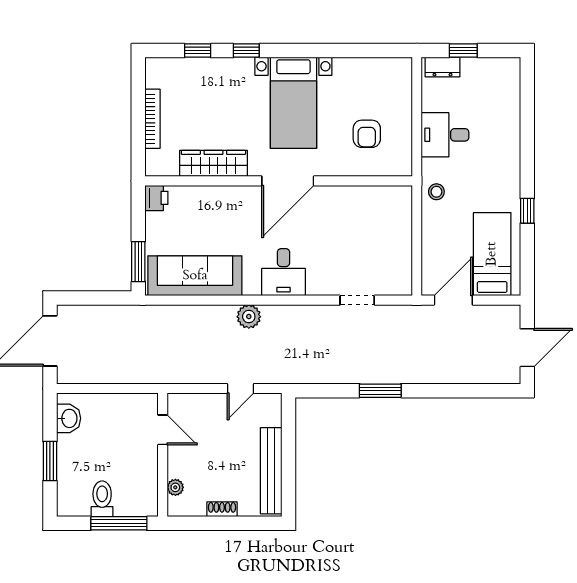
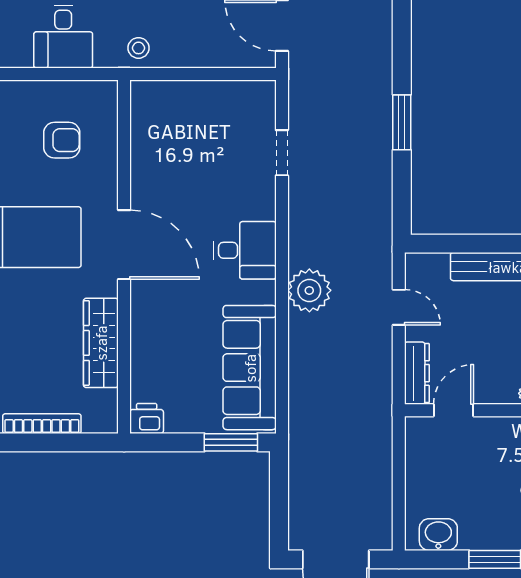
plant: (249, 317) -> (309, 290), width x1.36, depth x1.36
dresser: (191, 402) -> (417, 373), added

